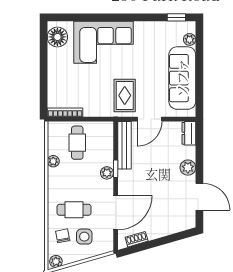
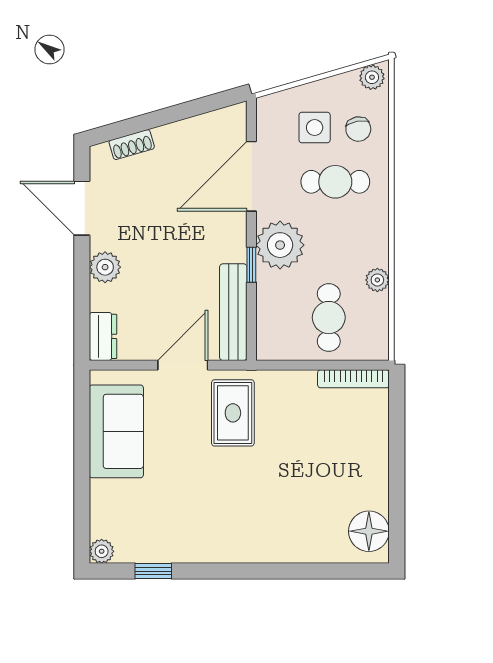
window: (176, 17) -> (153, 571), moved
plant: (190, 39) -> (102, 551), moved
corner sofa: (104, 42) -> (276, 521), removed
sofa: (182, 78) -> (116, 431), width x0.73
plant: (107, 173) -> (280, 245), width x1.87, depth x1.87
shoe rack: (137, 239) -> (132, 145), moved

